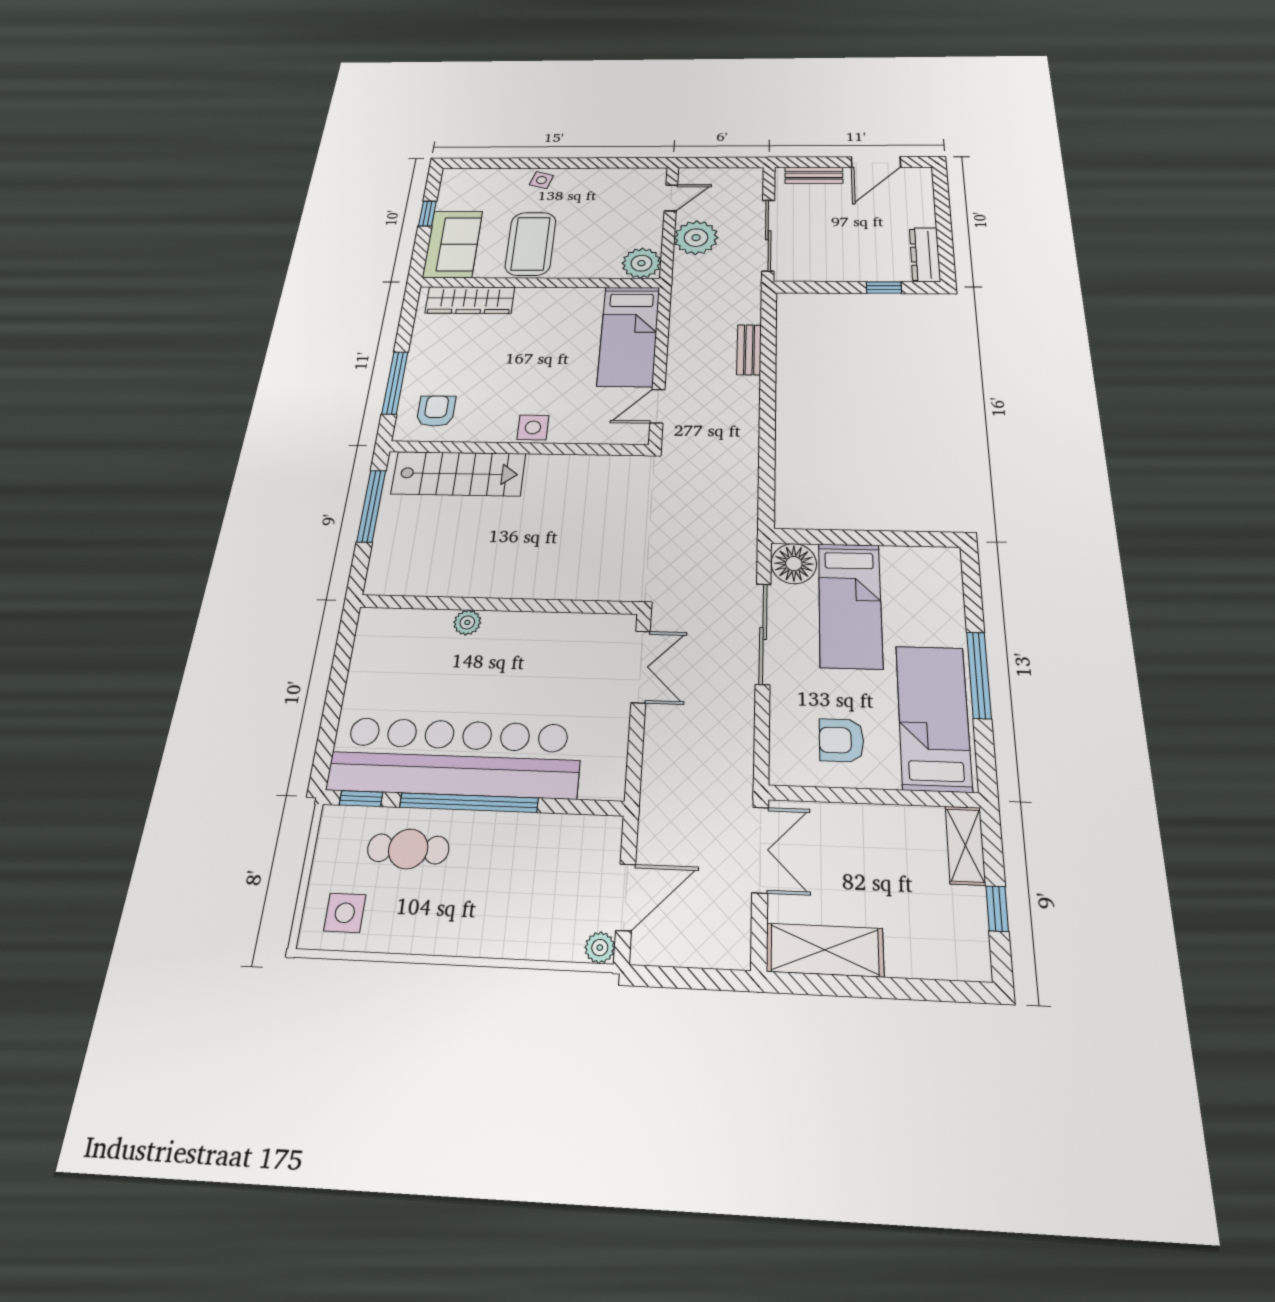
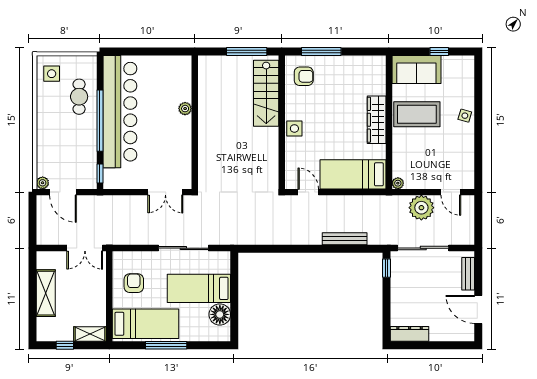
plant: (641, 263) -> (398, 183), width x0.53, depth x0.53
window: (884, 288) -> (387, 268), moved
wardrobe: (470, 300) -> (377, 120), moved
bench: (749, 350) -> (345, 239), width x1.36
floor lamp: (794, 564) -> (220, 314), moved
window: (361, 799) -> (100, 174), moved
shelving: (825, 950) -> (46, 293), moved

